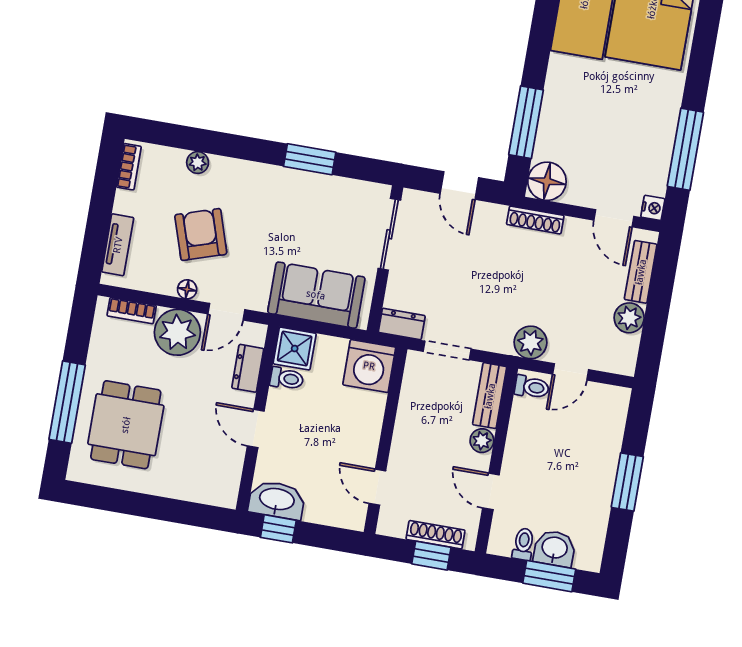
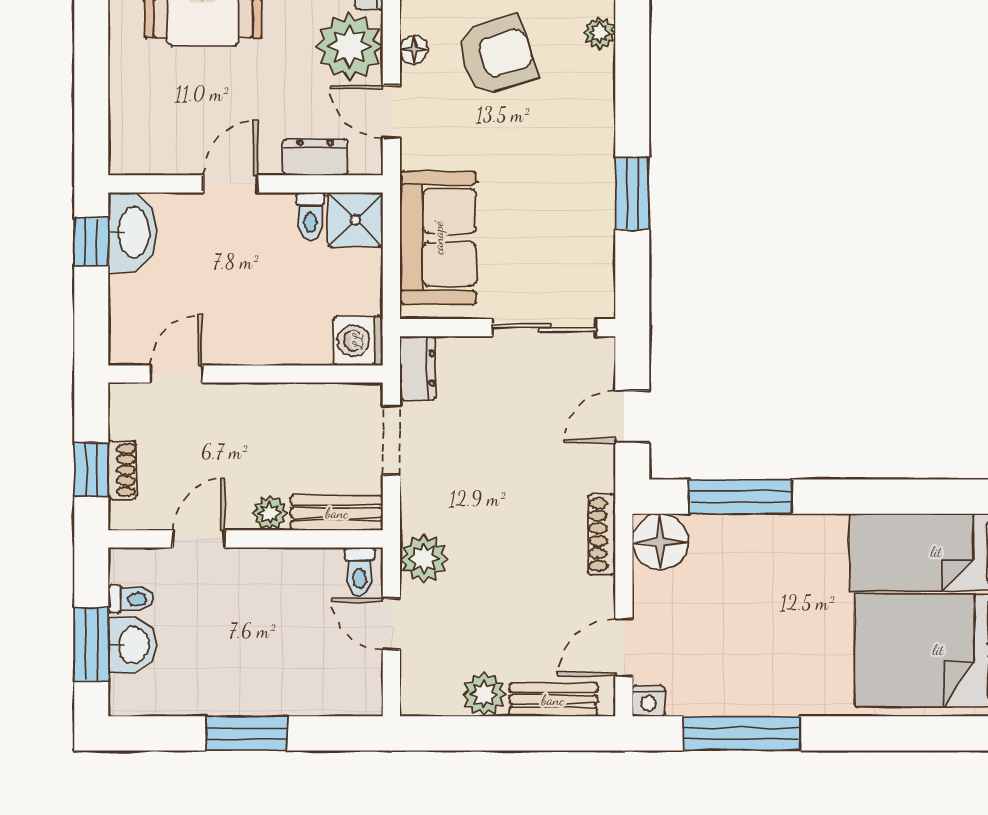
washing machine: (369, 366) -> (358, 341), width x0.73, depth x0.73
shoe rack: (436, 535) -> (122, 470), width x0.70

